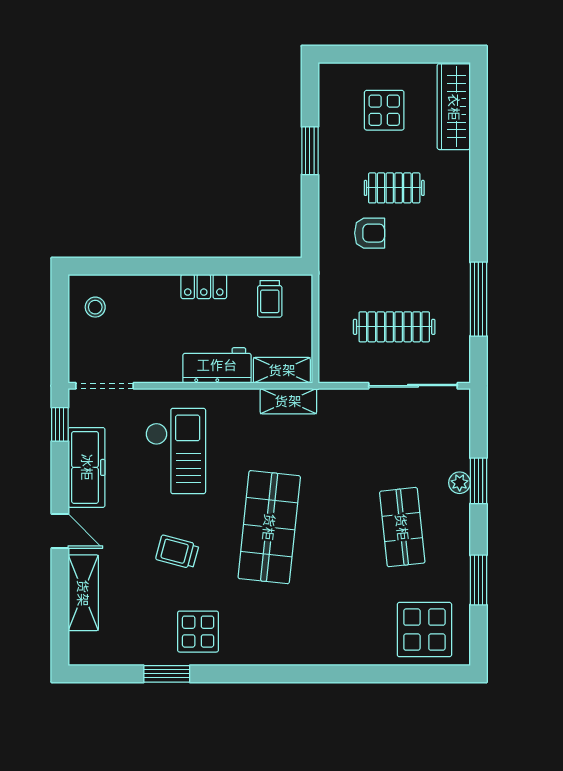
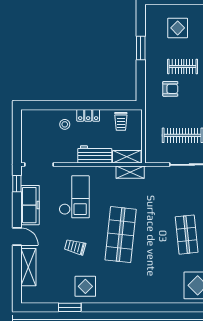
stool: (95, 307) -> (65, 124), moved

